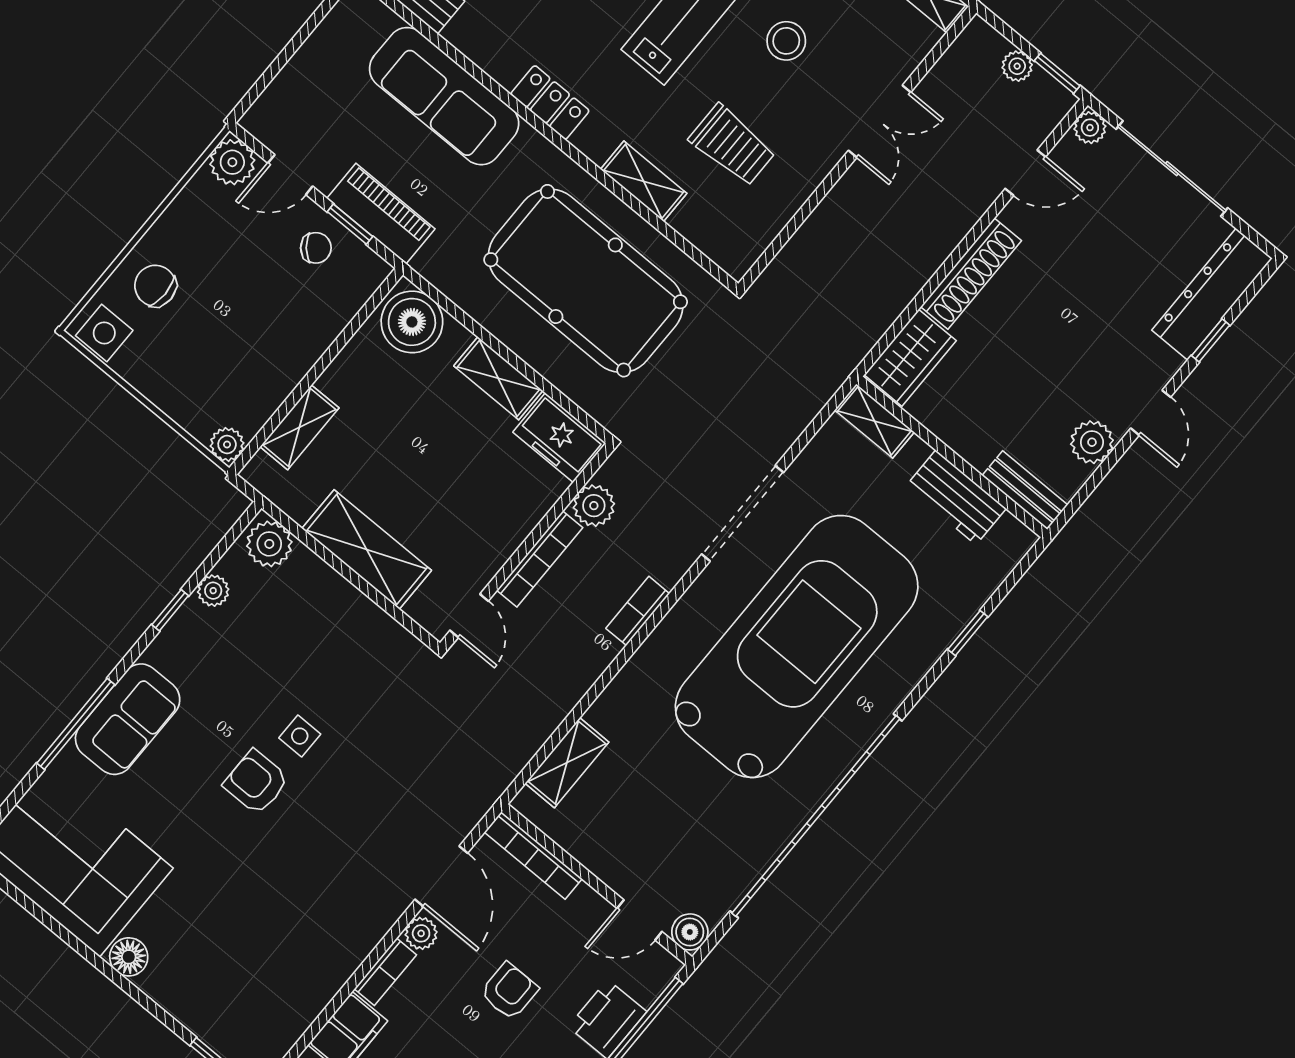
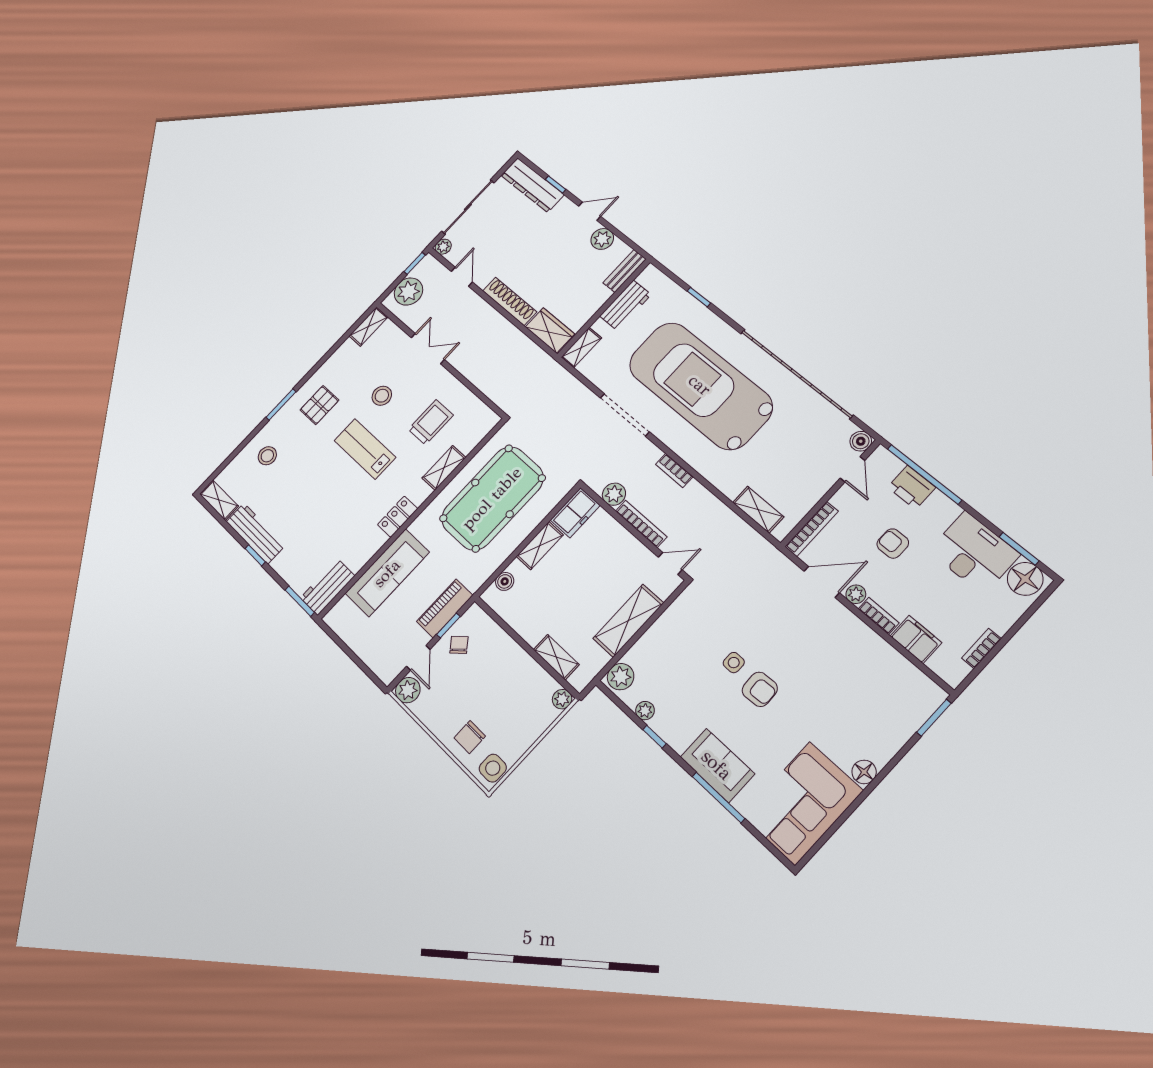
plant: (1017, 66) -> (408, 291), width x1.87, depth x1.87
boiler: (412, 322) -> (505, 581), width x0.54, depth x0.54
armchair: (256, 782) -> (760, 689), turned -93

